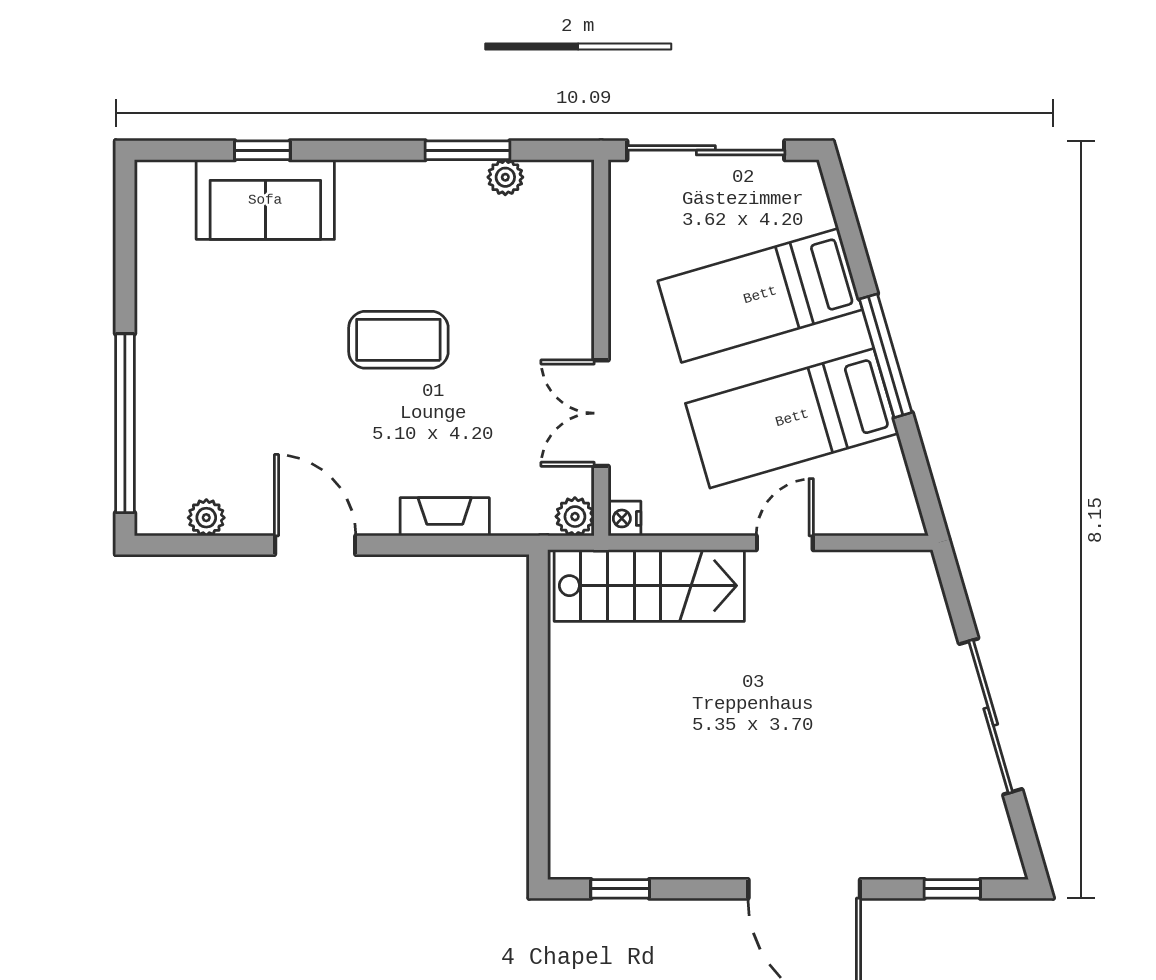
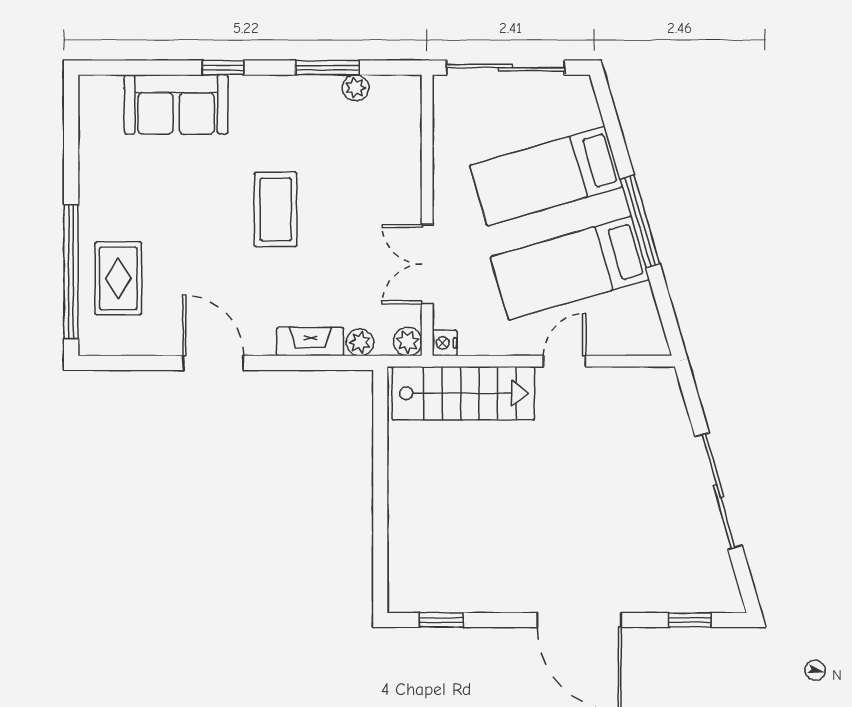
window: (262, 150) -> (223, 68), moved
coffee table: (398, 340) -> (276, 209), turned 90
rug: (188, 432) -> (118, 278), added
plant: (206, 518) -> (360, 342), moved

